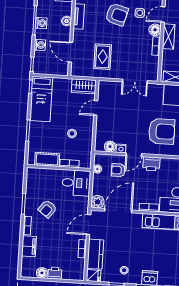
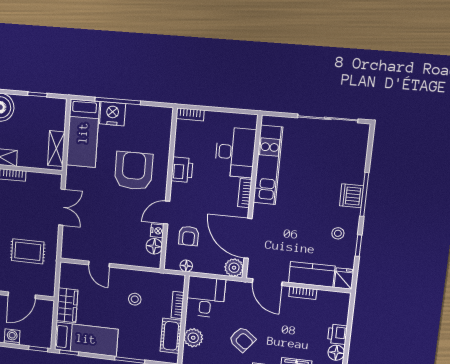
wardrobe: (84, 86) -> (67, 305), moved
door: (134, 155) -> (167, 213), swing flipped
printer: (151, 164) -> (182, 170), moved
plant: (47, 175) -> (193, 338), added

